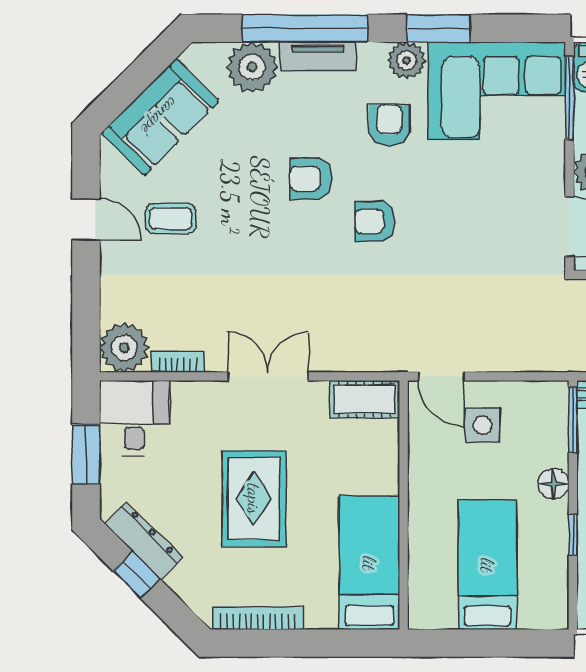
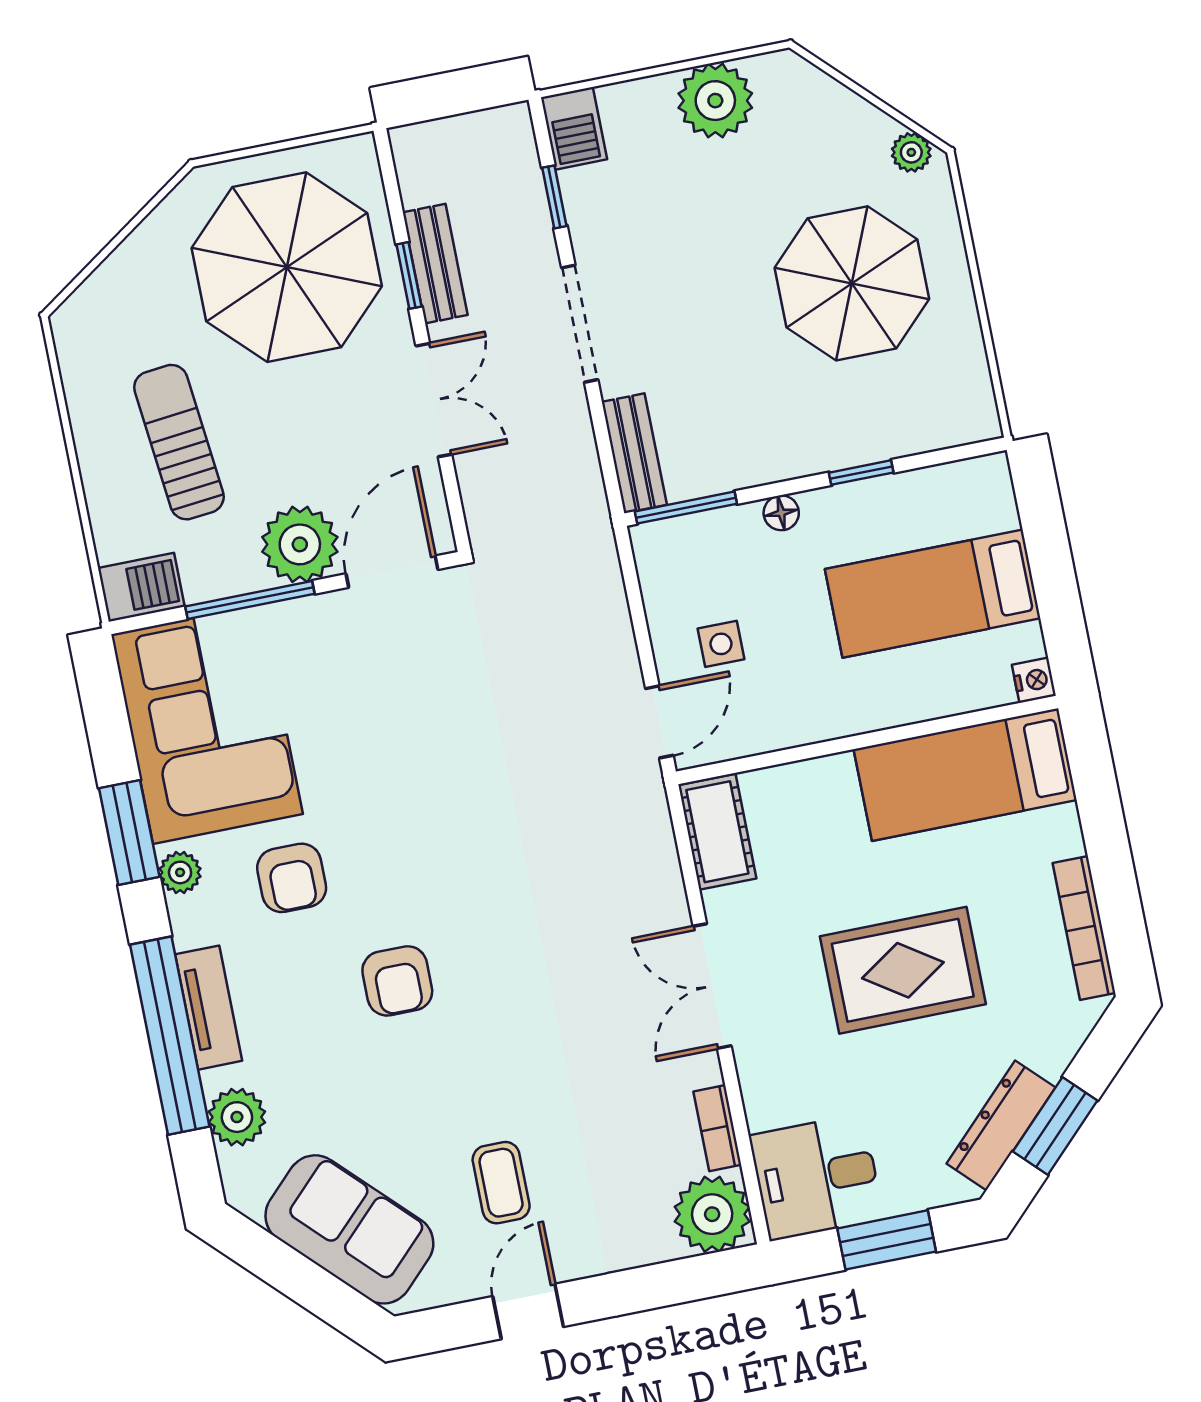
plant: (407, 60) -> (180, 872), width x0.73, depth x0.73
plant: (252, 67) -> (237, 1117), width x0.73, depth x0.73
window: (570, 98) -> (250, 600), moved
armchair: (389, 125) -> (292, 878), turned -90
armchair: (375, 221) -> (443, 870), removed
side table: (483, 425) -> (721, 644), width x0.73, depth x0.73
floor lamp: (553, 484) -> (781, 513), width x0.73, depth x0.73
window: (137, 575) -> (1055, 1126), width x1.50
nightstand: (420, 618) -> (1034, 680), added

